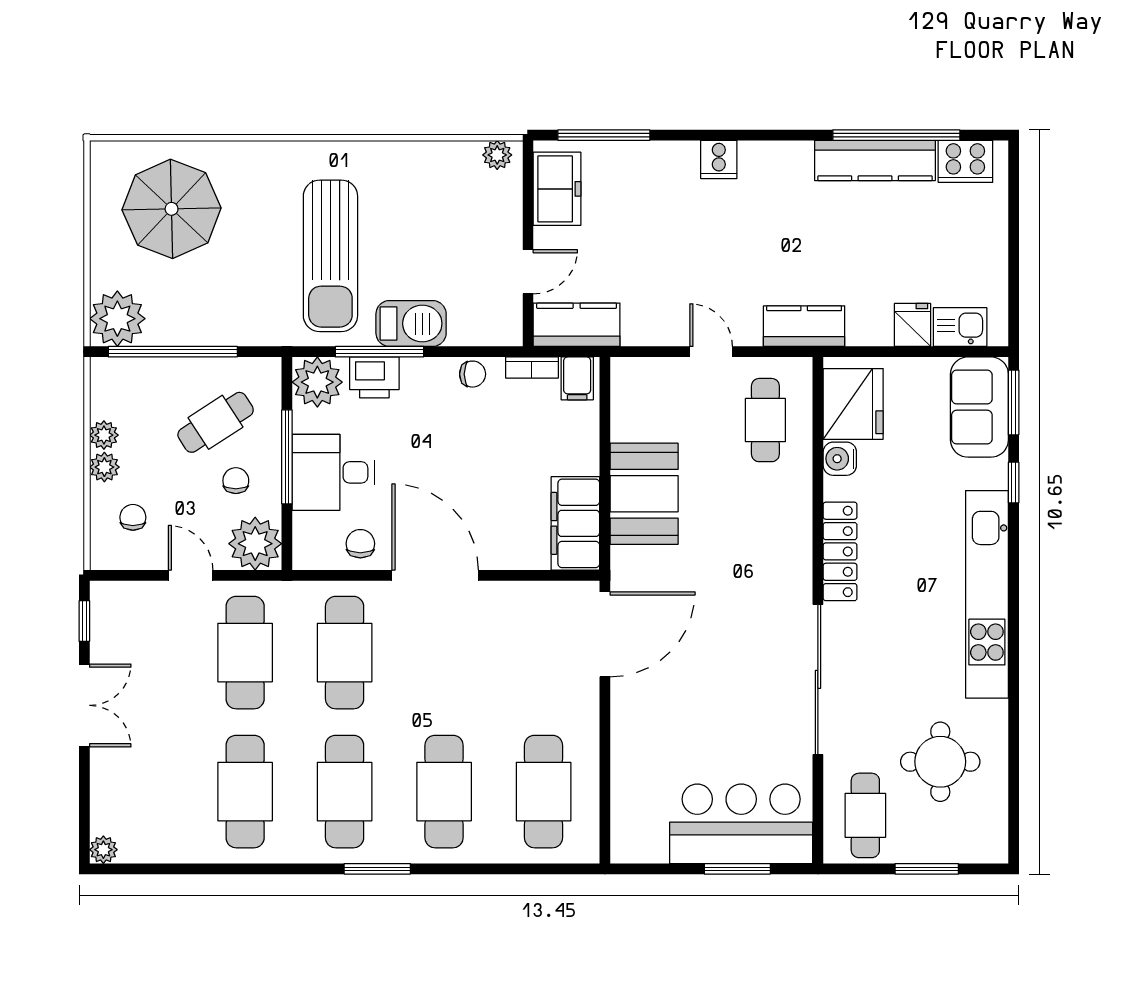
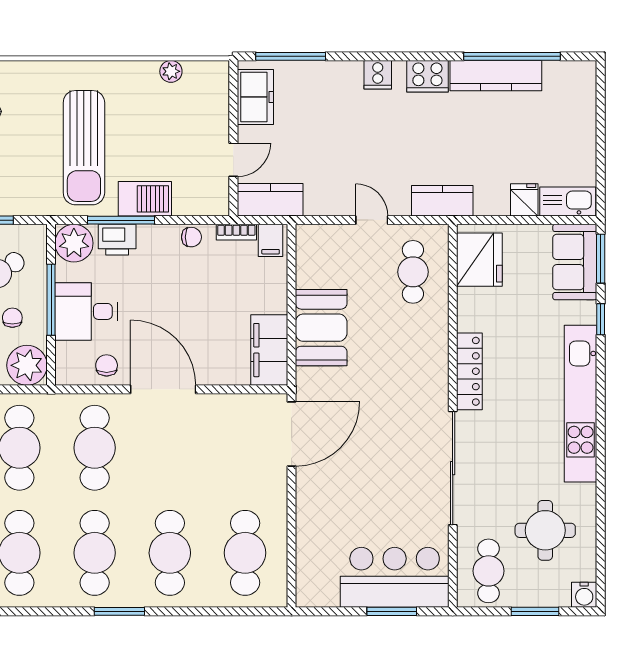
plant: (497, 155) -> (171, 71), moved
cooker: (965, 161) -> (427, 76), moved
kitchen sink: (960, 327) -> (568, 202), width x1.38
water cooler: (840, 459) -> (584, 595), moved, turned -90

